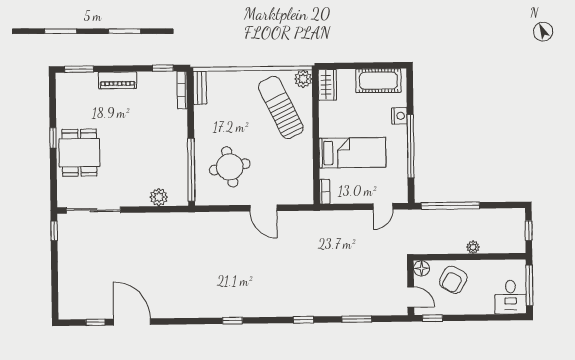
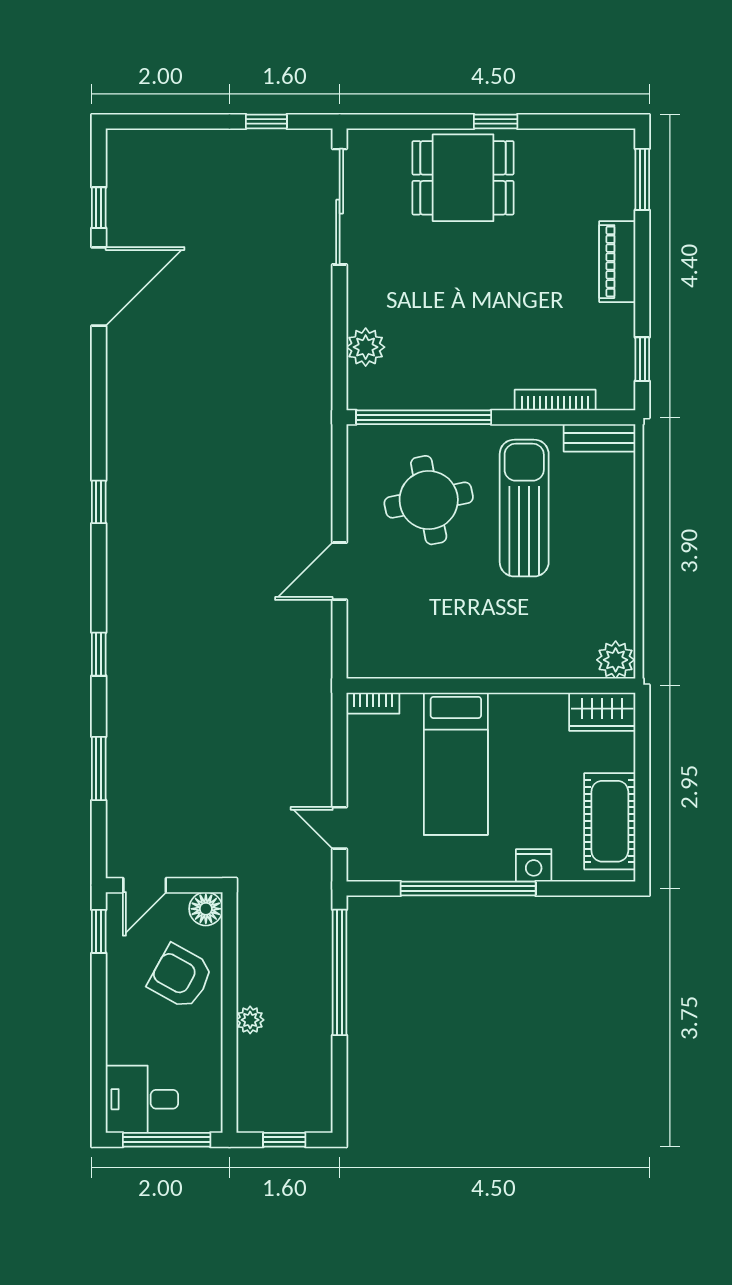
bookcase: (182, 90) -> (555, 400), moved
sun lounger: (281, 107) -> (524, 508), moved, turned -64
window: (54, 231) -> (266, 121), moved

